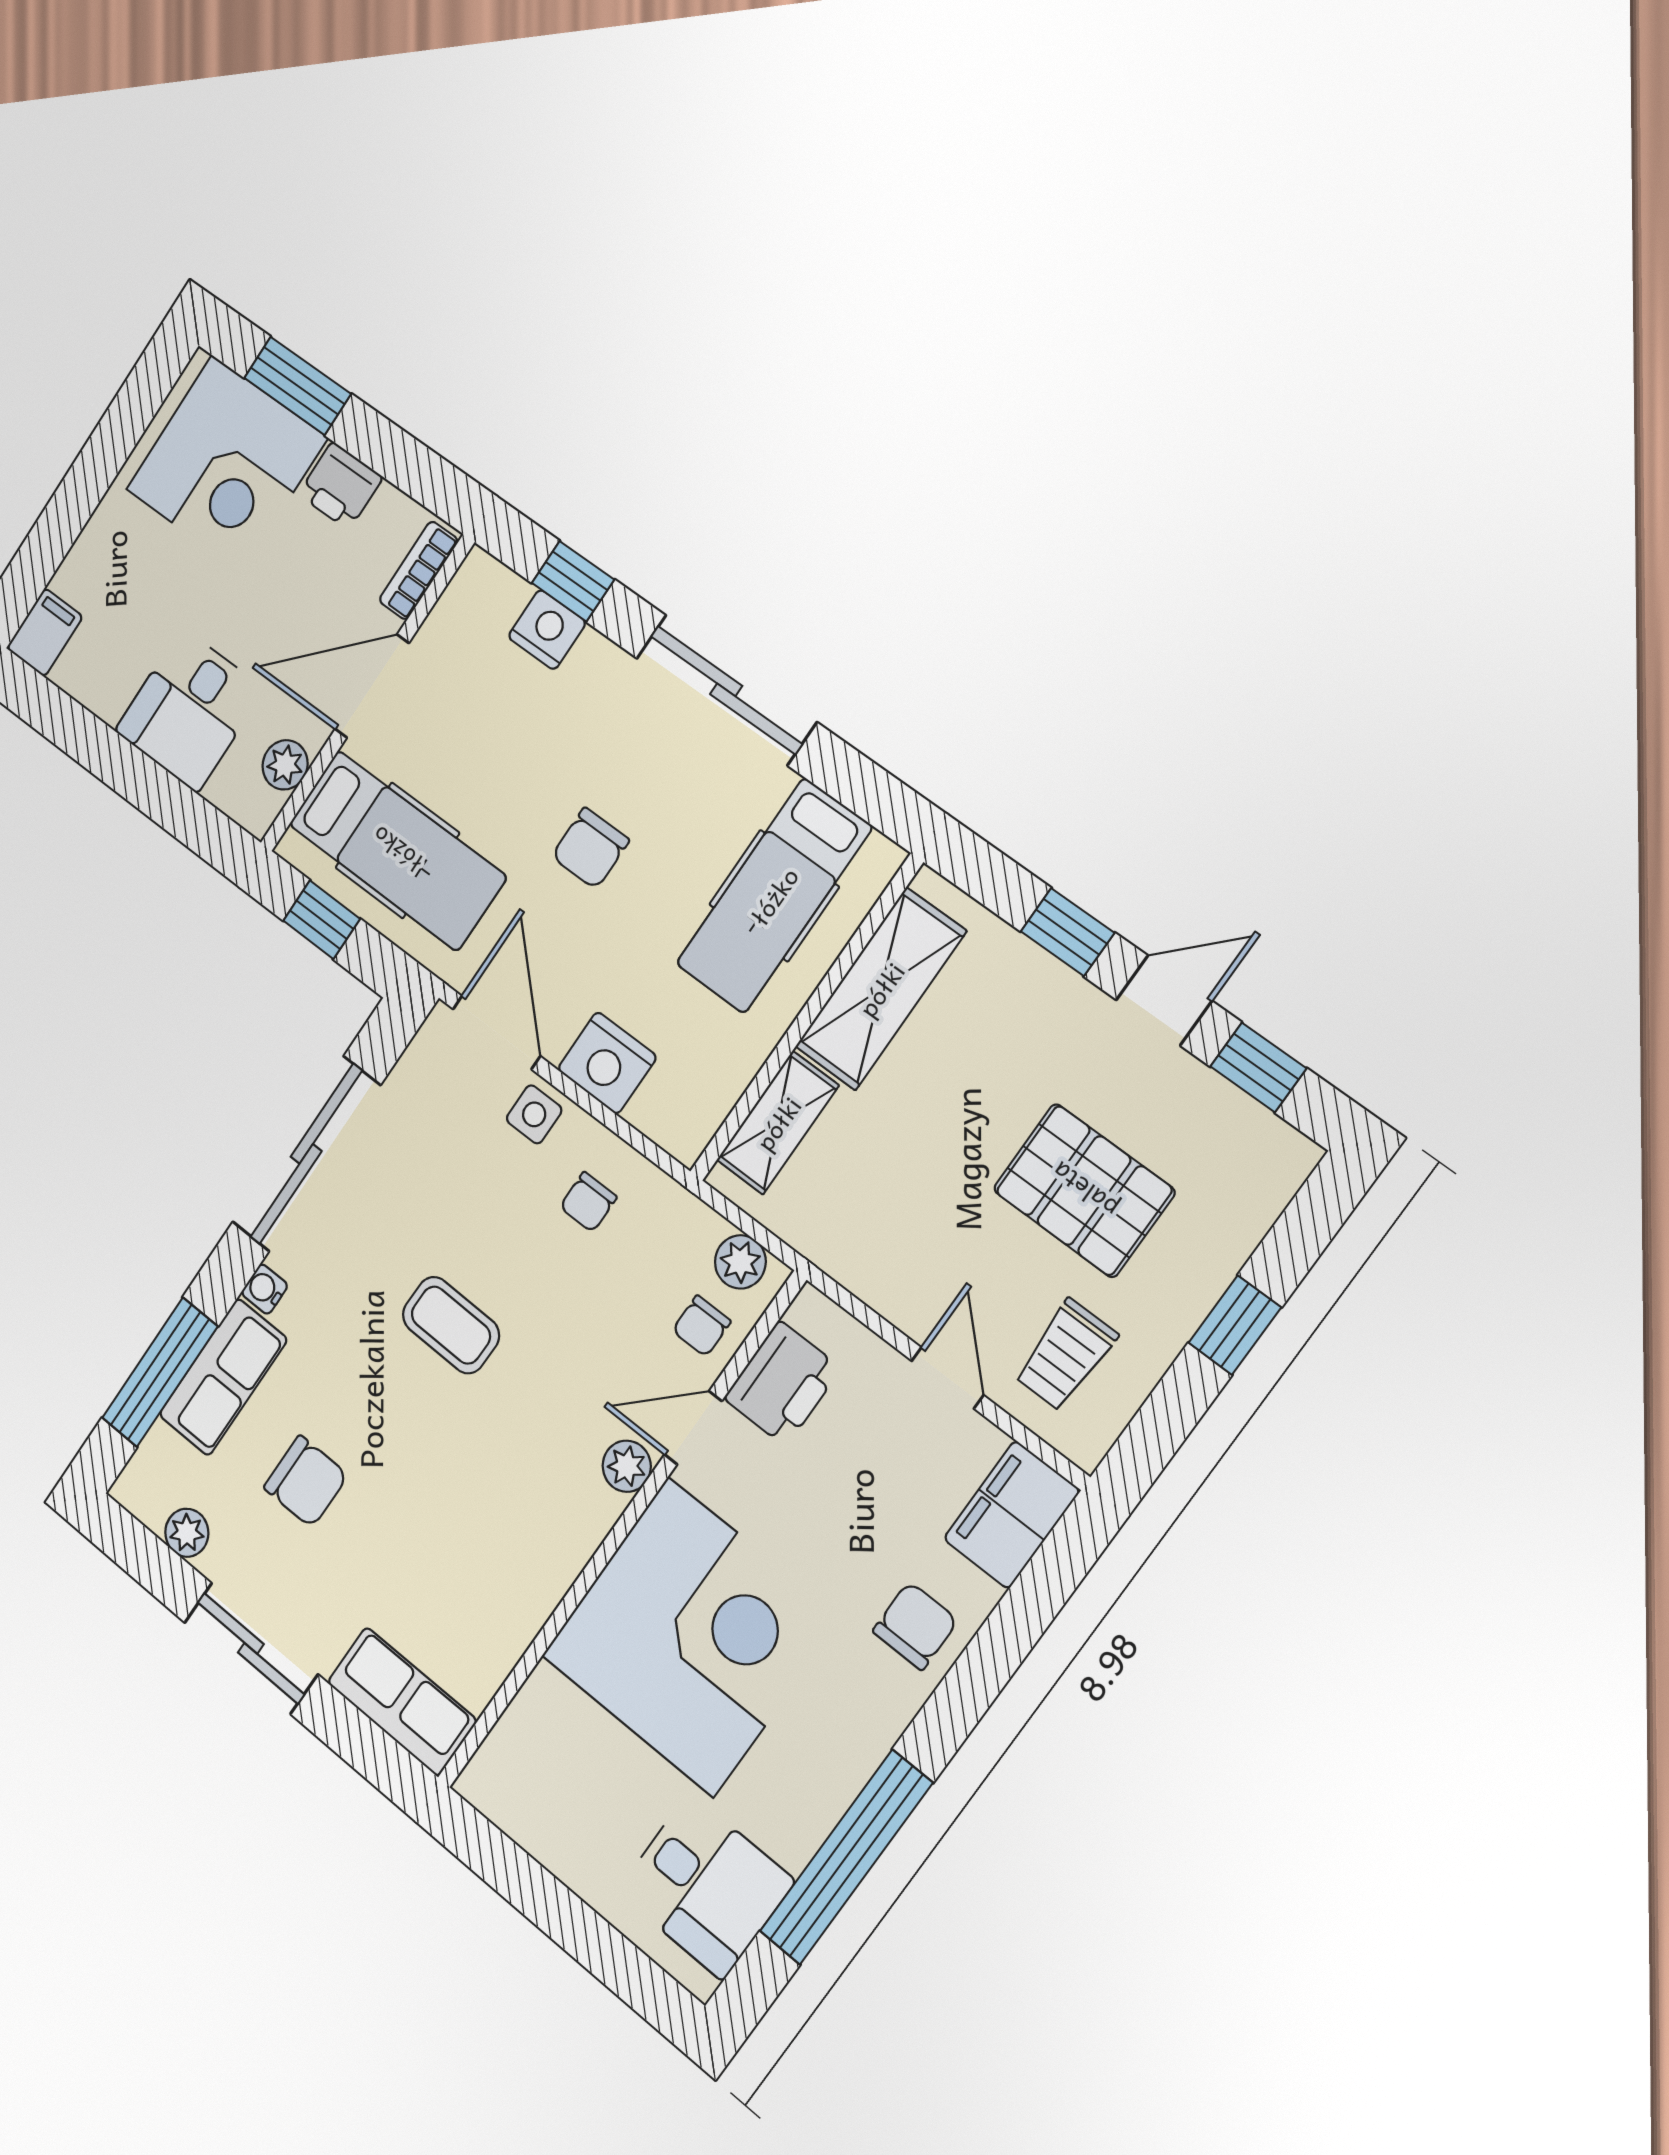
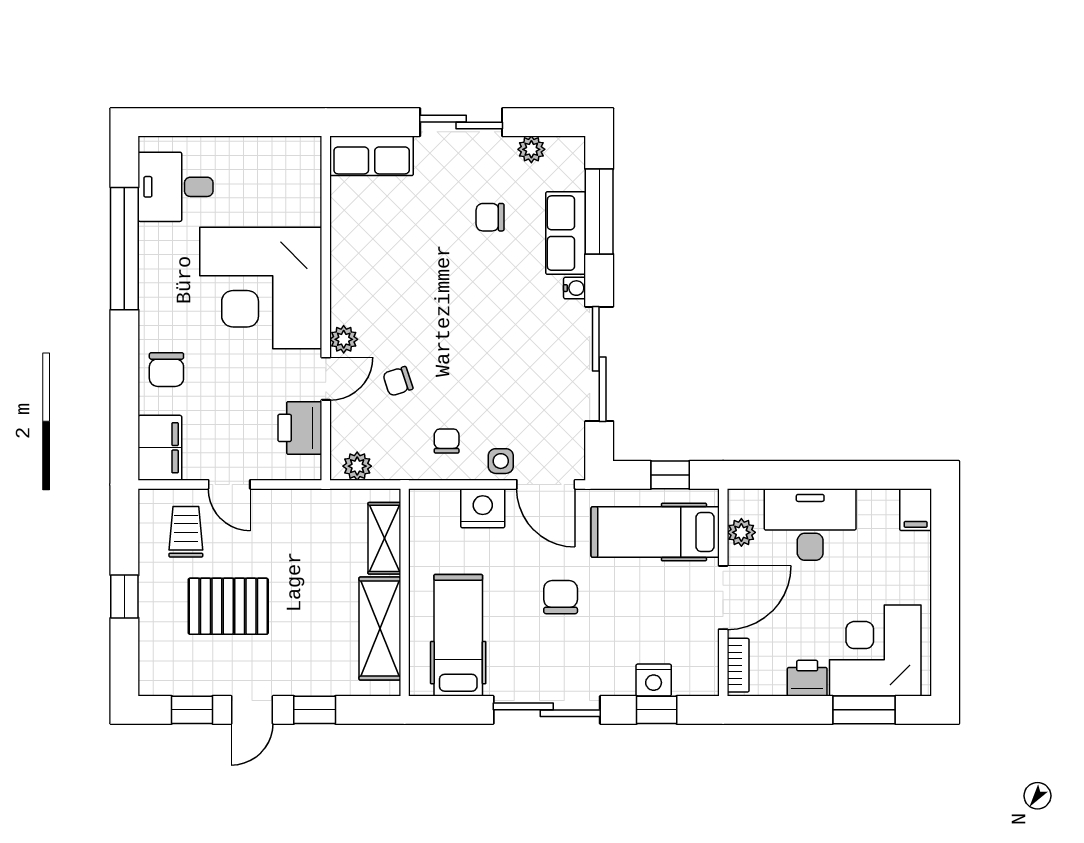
desk: (189, 710) -> (810, 524), width x1.37
coffee table: (451, 1325) -> (472, 339), removed
chair: (702, 1326) -> (398, 381), moved, turned -108
chair: (306, 1481) -> (490, 217), width x0.73, depth x0.73

